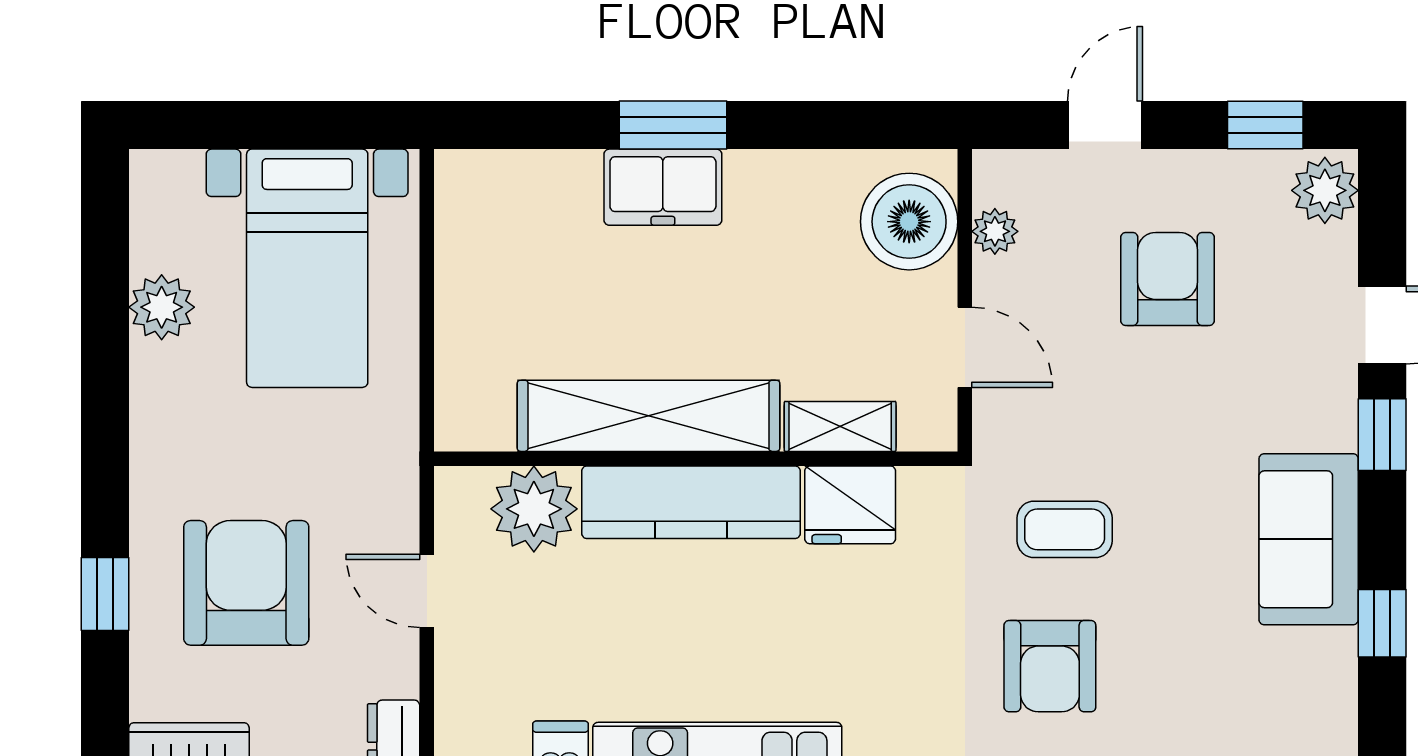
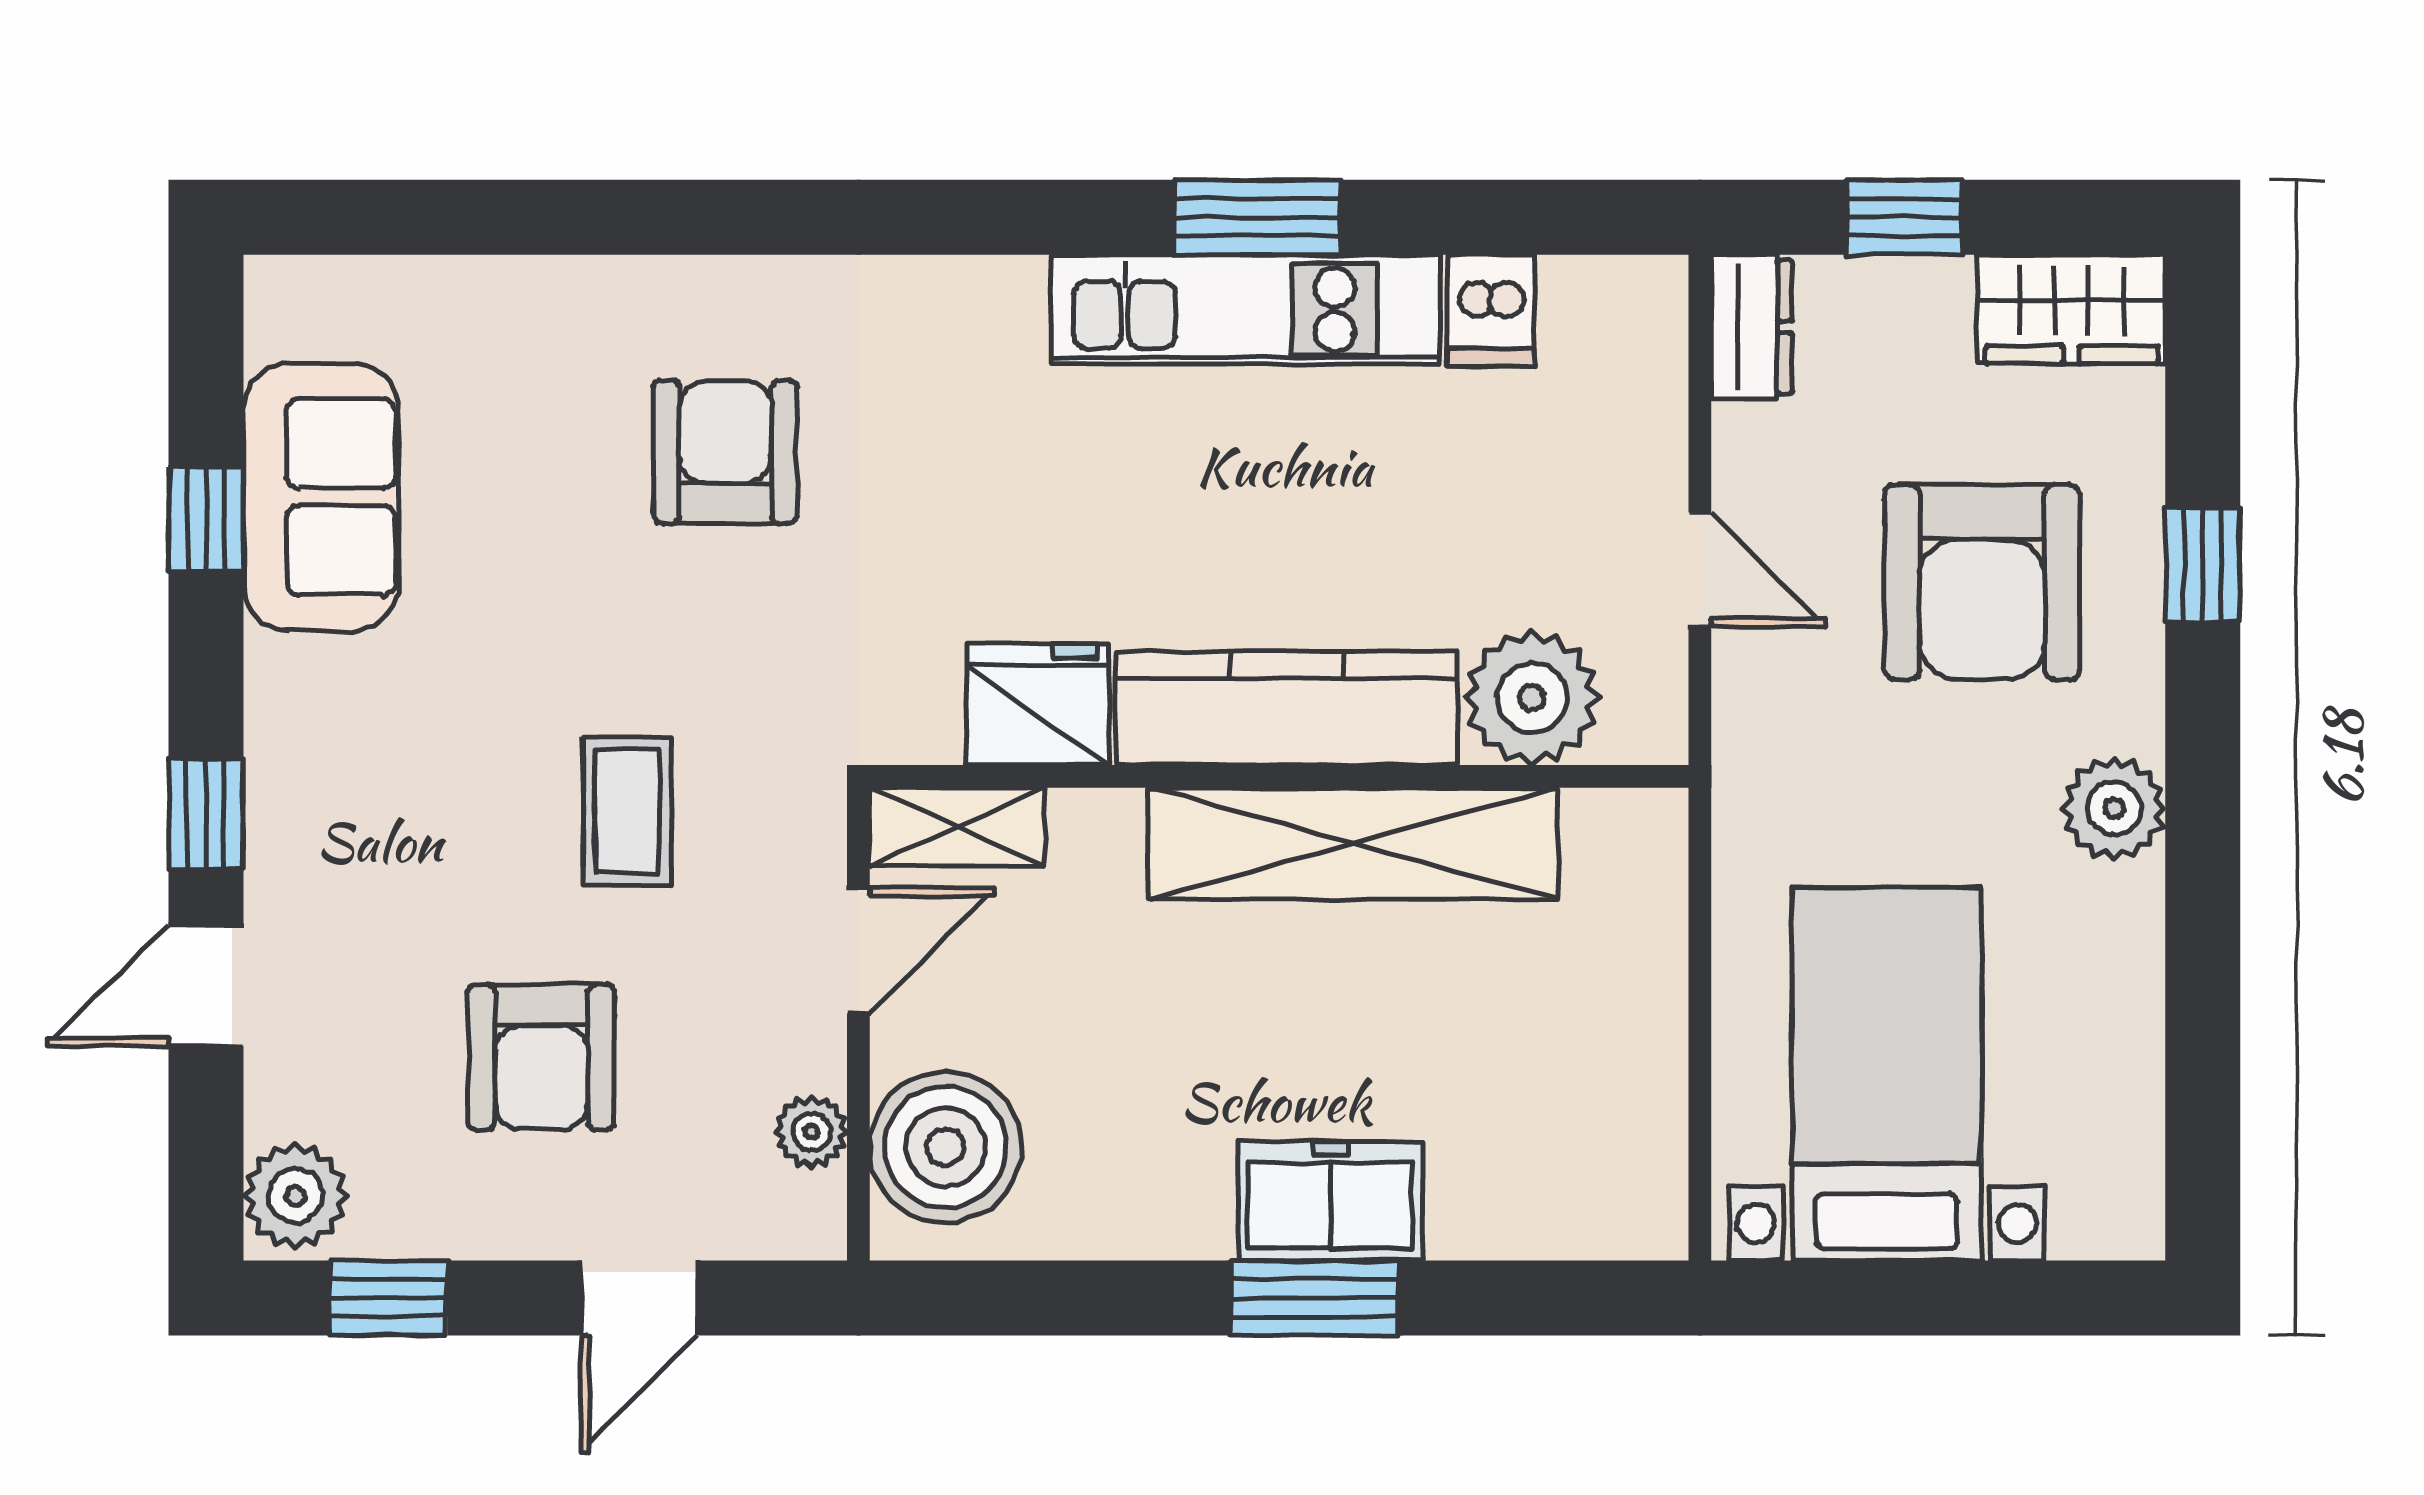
plant: (162, 307) -> (2114, 808), moved
door: (965, 347) -> (858, 950), swing flipped
shelving: (840, 426) -> (957, 827), moved
coffee table: (1065, 529) -> (627, 811), moved, turned 90
sofa: (1309, 539) -> (321, 497), moved

